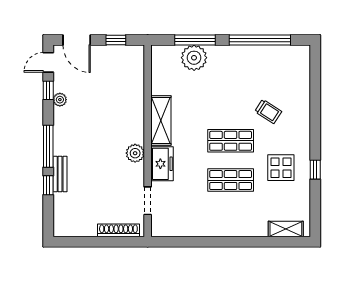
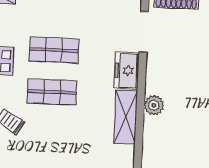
plant: (135, 153) -> (154, 105), moved
doorway: (148, 201) -> (144, 32), width x1.38

